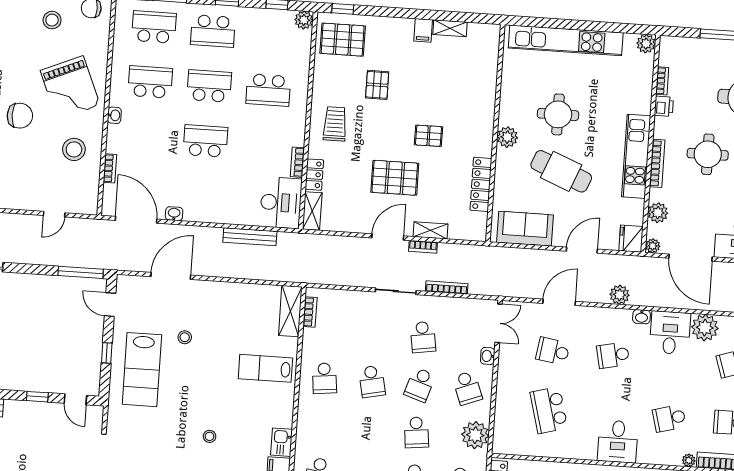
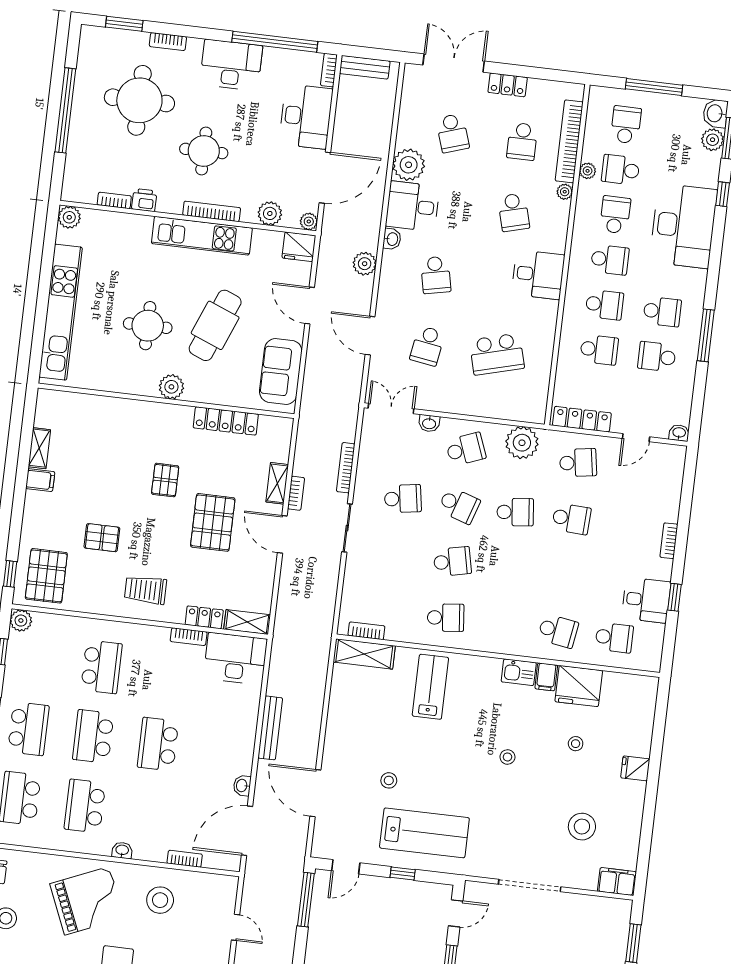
bench: (250, 237) -> (270, 728), moved
lab bench: (265, 368) -> (430, 687), turned 180

